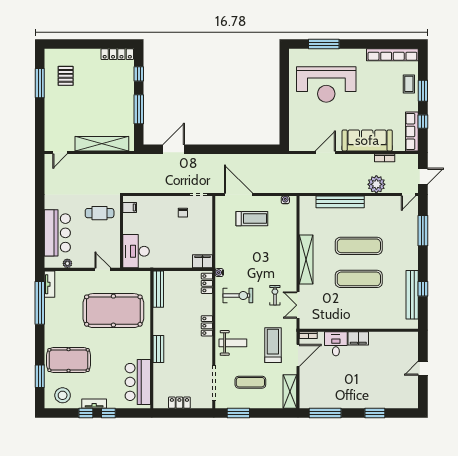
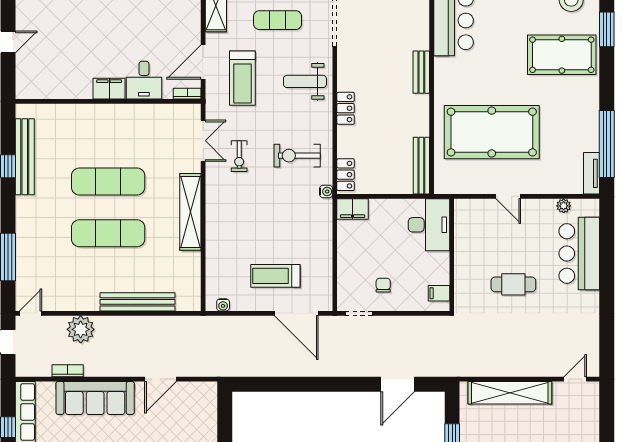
filing cabinet: (130, 207) -> (439, 293), moved
wall: (121, 232) -> (452, 255), moved
desk: (136, 251) -> (429, 225), moved

